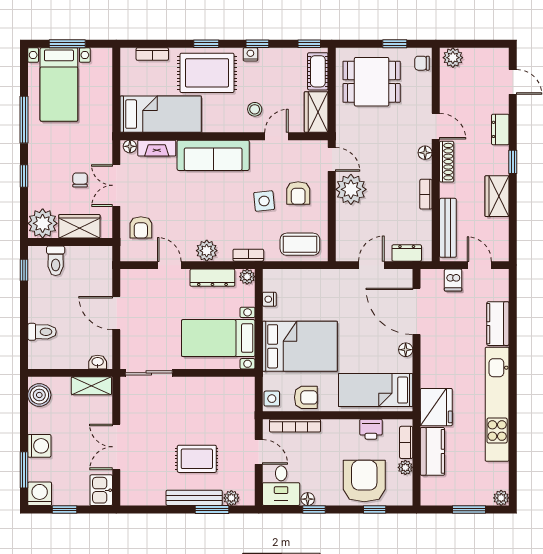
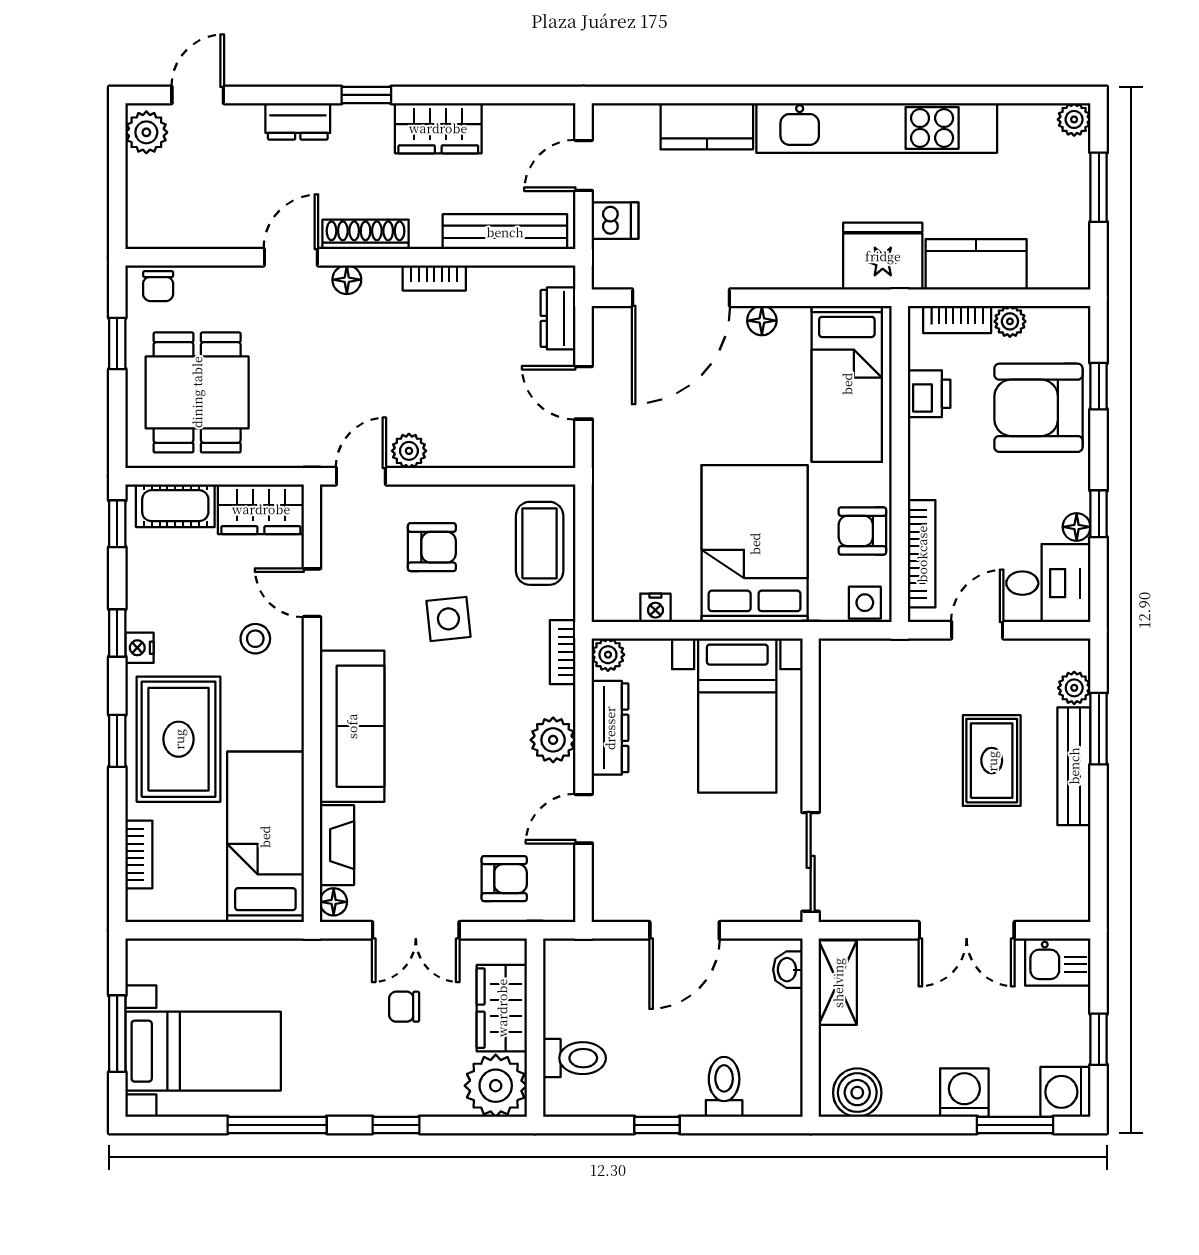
plant: (453, 58) -> (146, 132), moved
plant: (351, 189) -> (409, 451), width x0.53, depth x0.53
window: (24, 270) -> (657, 1125), moved
armchair: (306, 397) -> (862, 531), turned -90

